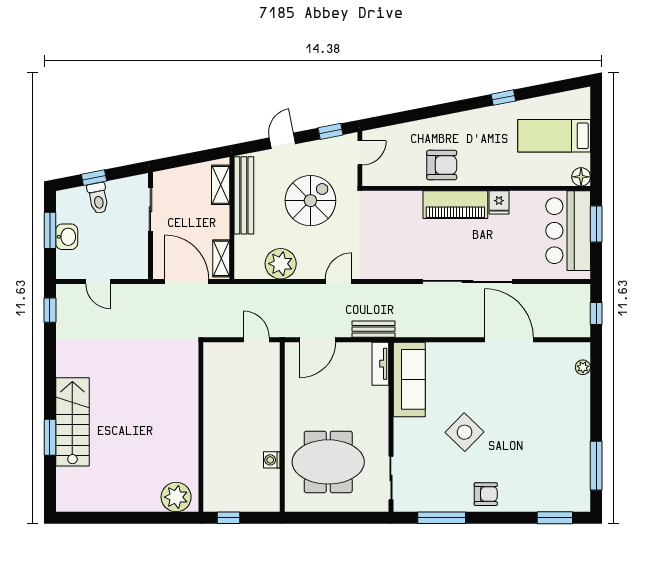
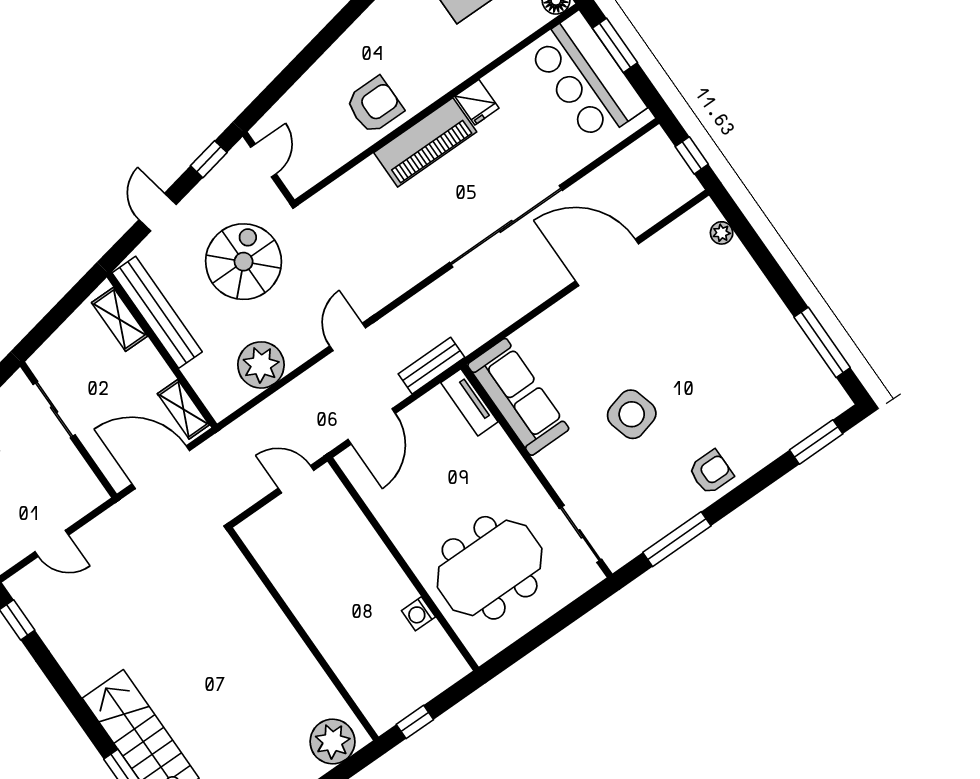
side table: (465, 432) -> (632, 414), turned 31

